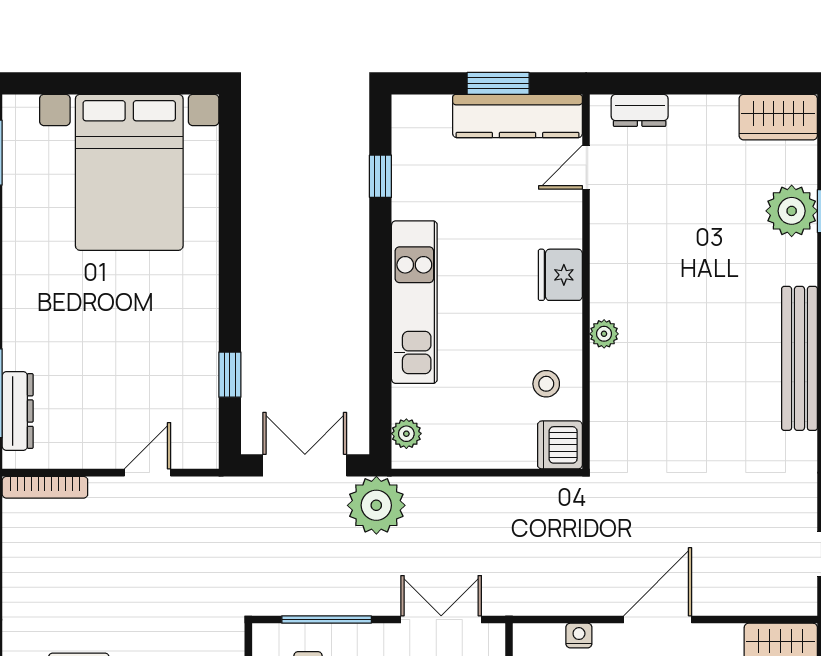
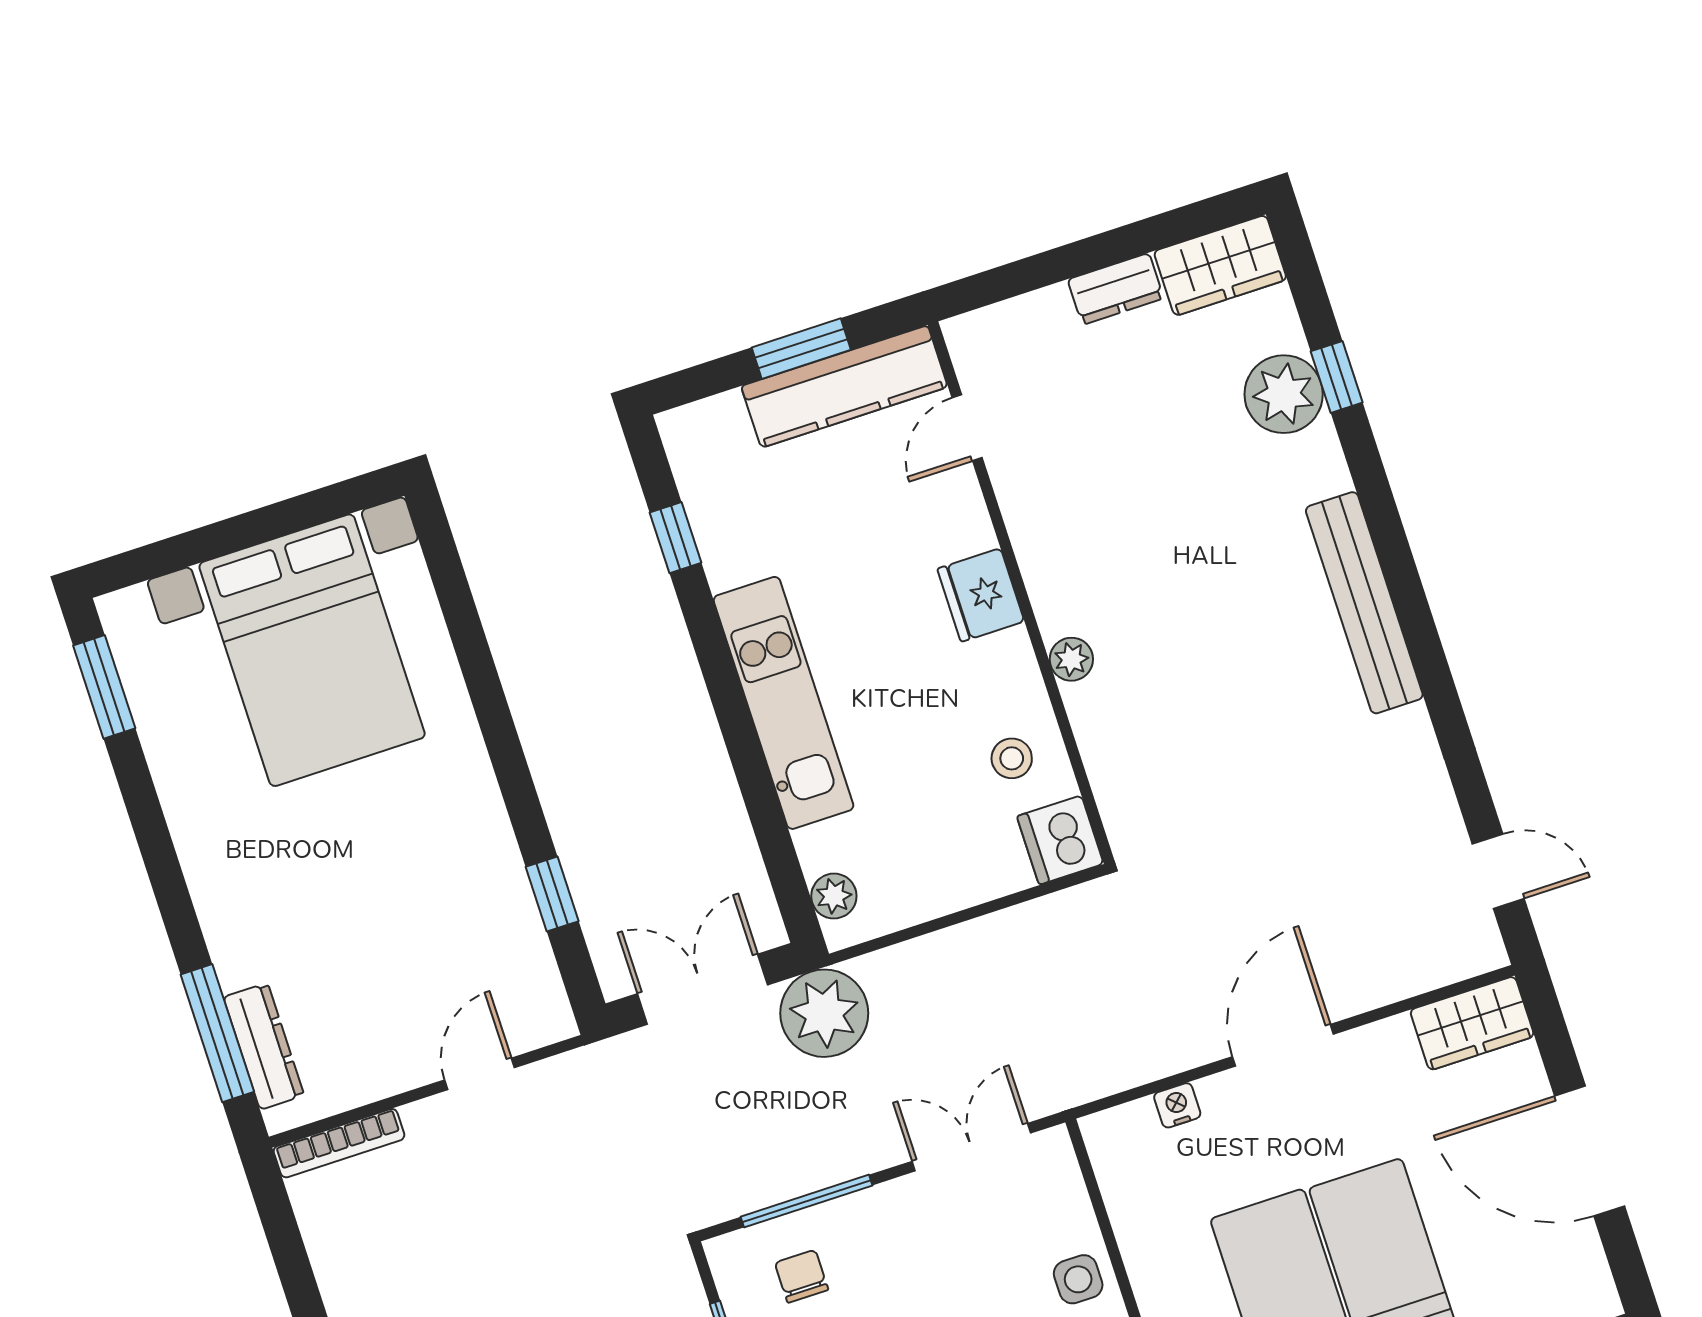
dresser: (640, 110) -> (1116, 289), moved

